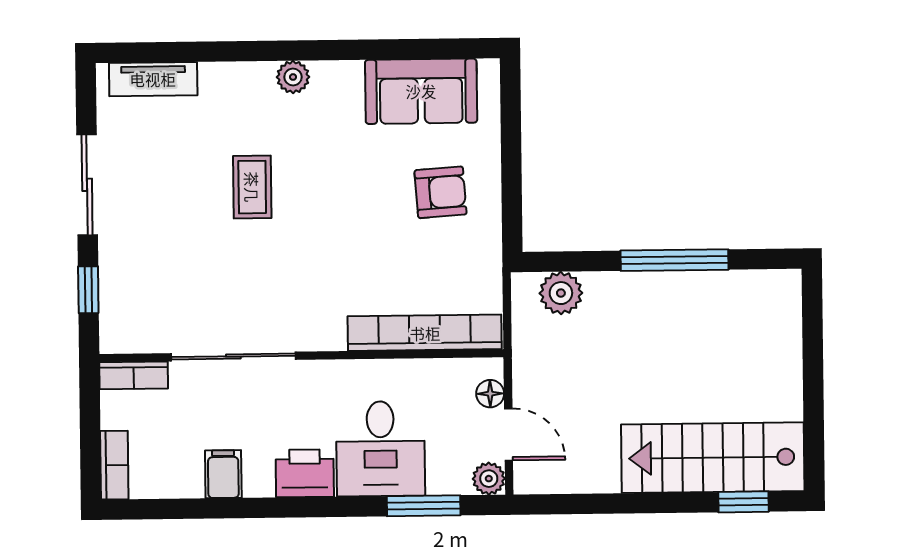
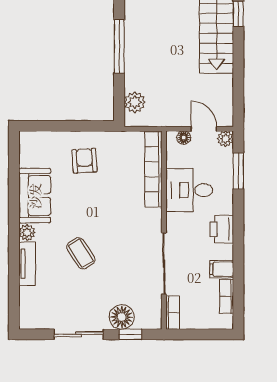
tv unit: (153, 79) -> (27, 264), moved
sofa: (421, 91) -> (35, 196), moved
coffee table: (252, 187) -> (81, 253), turned 57
floor lamp: (123, 272) -> (122, 317), added
door: (509, 434) -> (204, 129), hinge flipped
desk: (380, 449) -> (189, 190), moved, turned 180
bookcase: (114, 465) -> (227, 296), moved, turned -90

